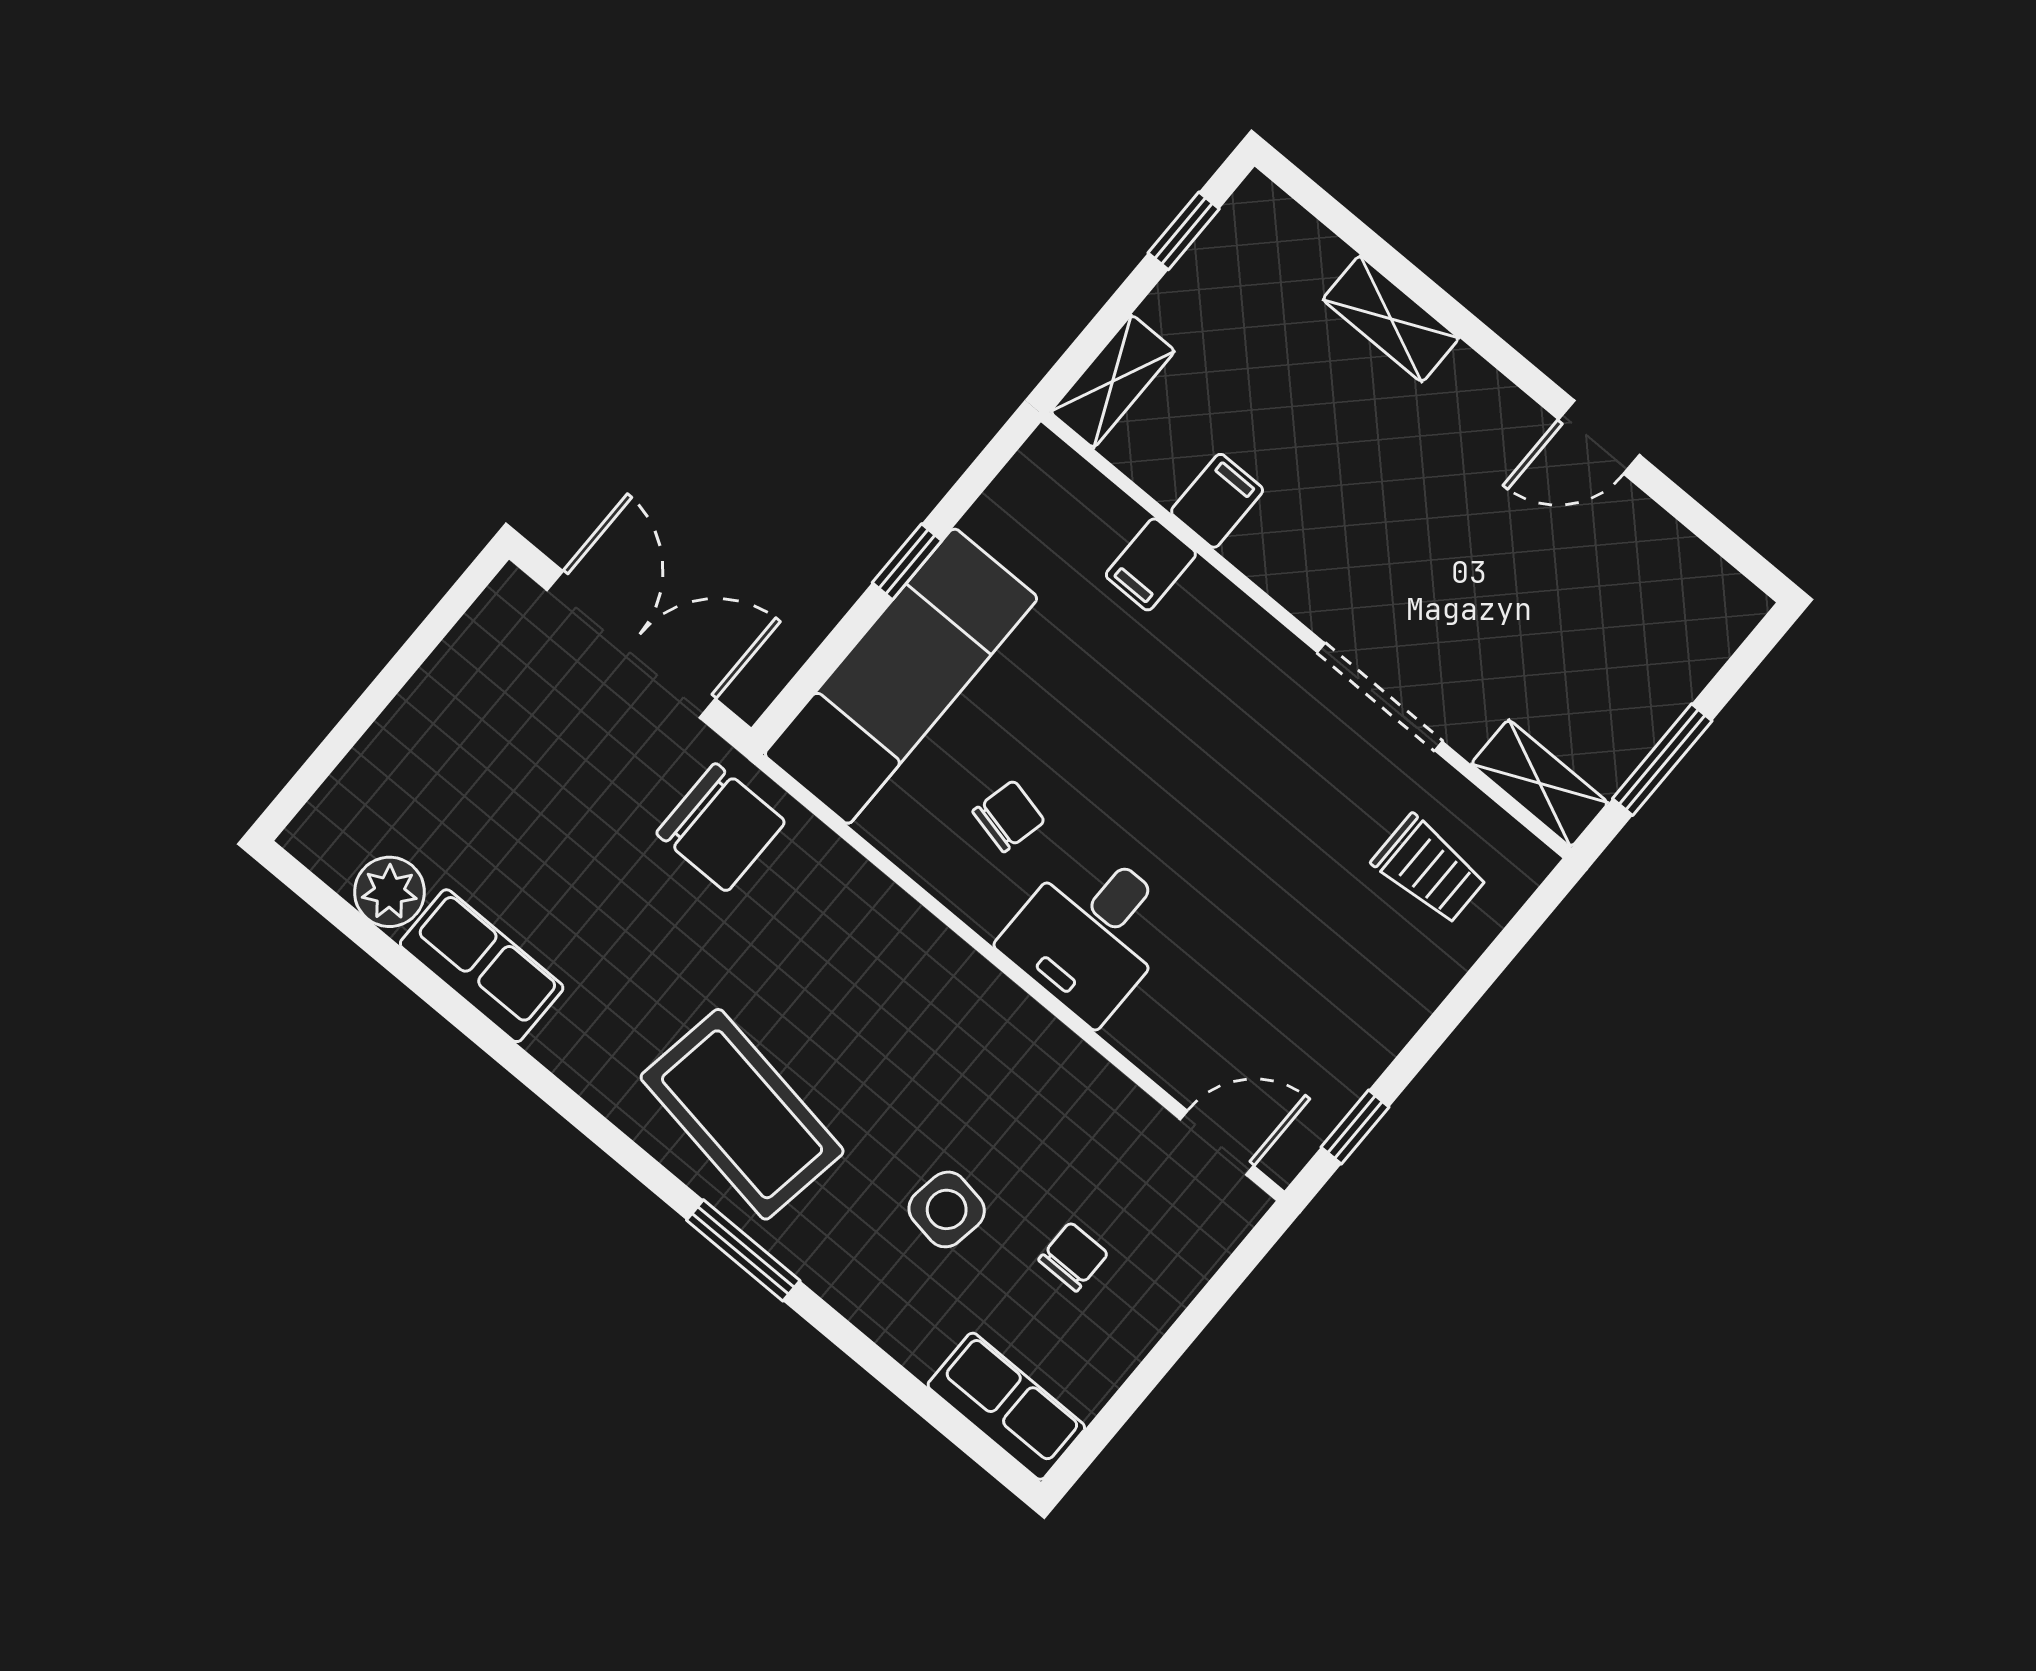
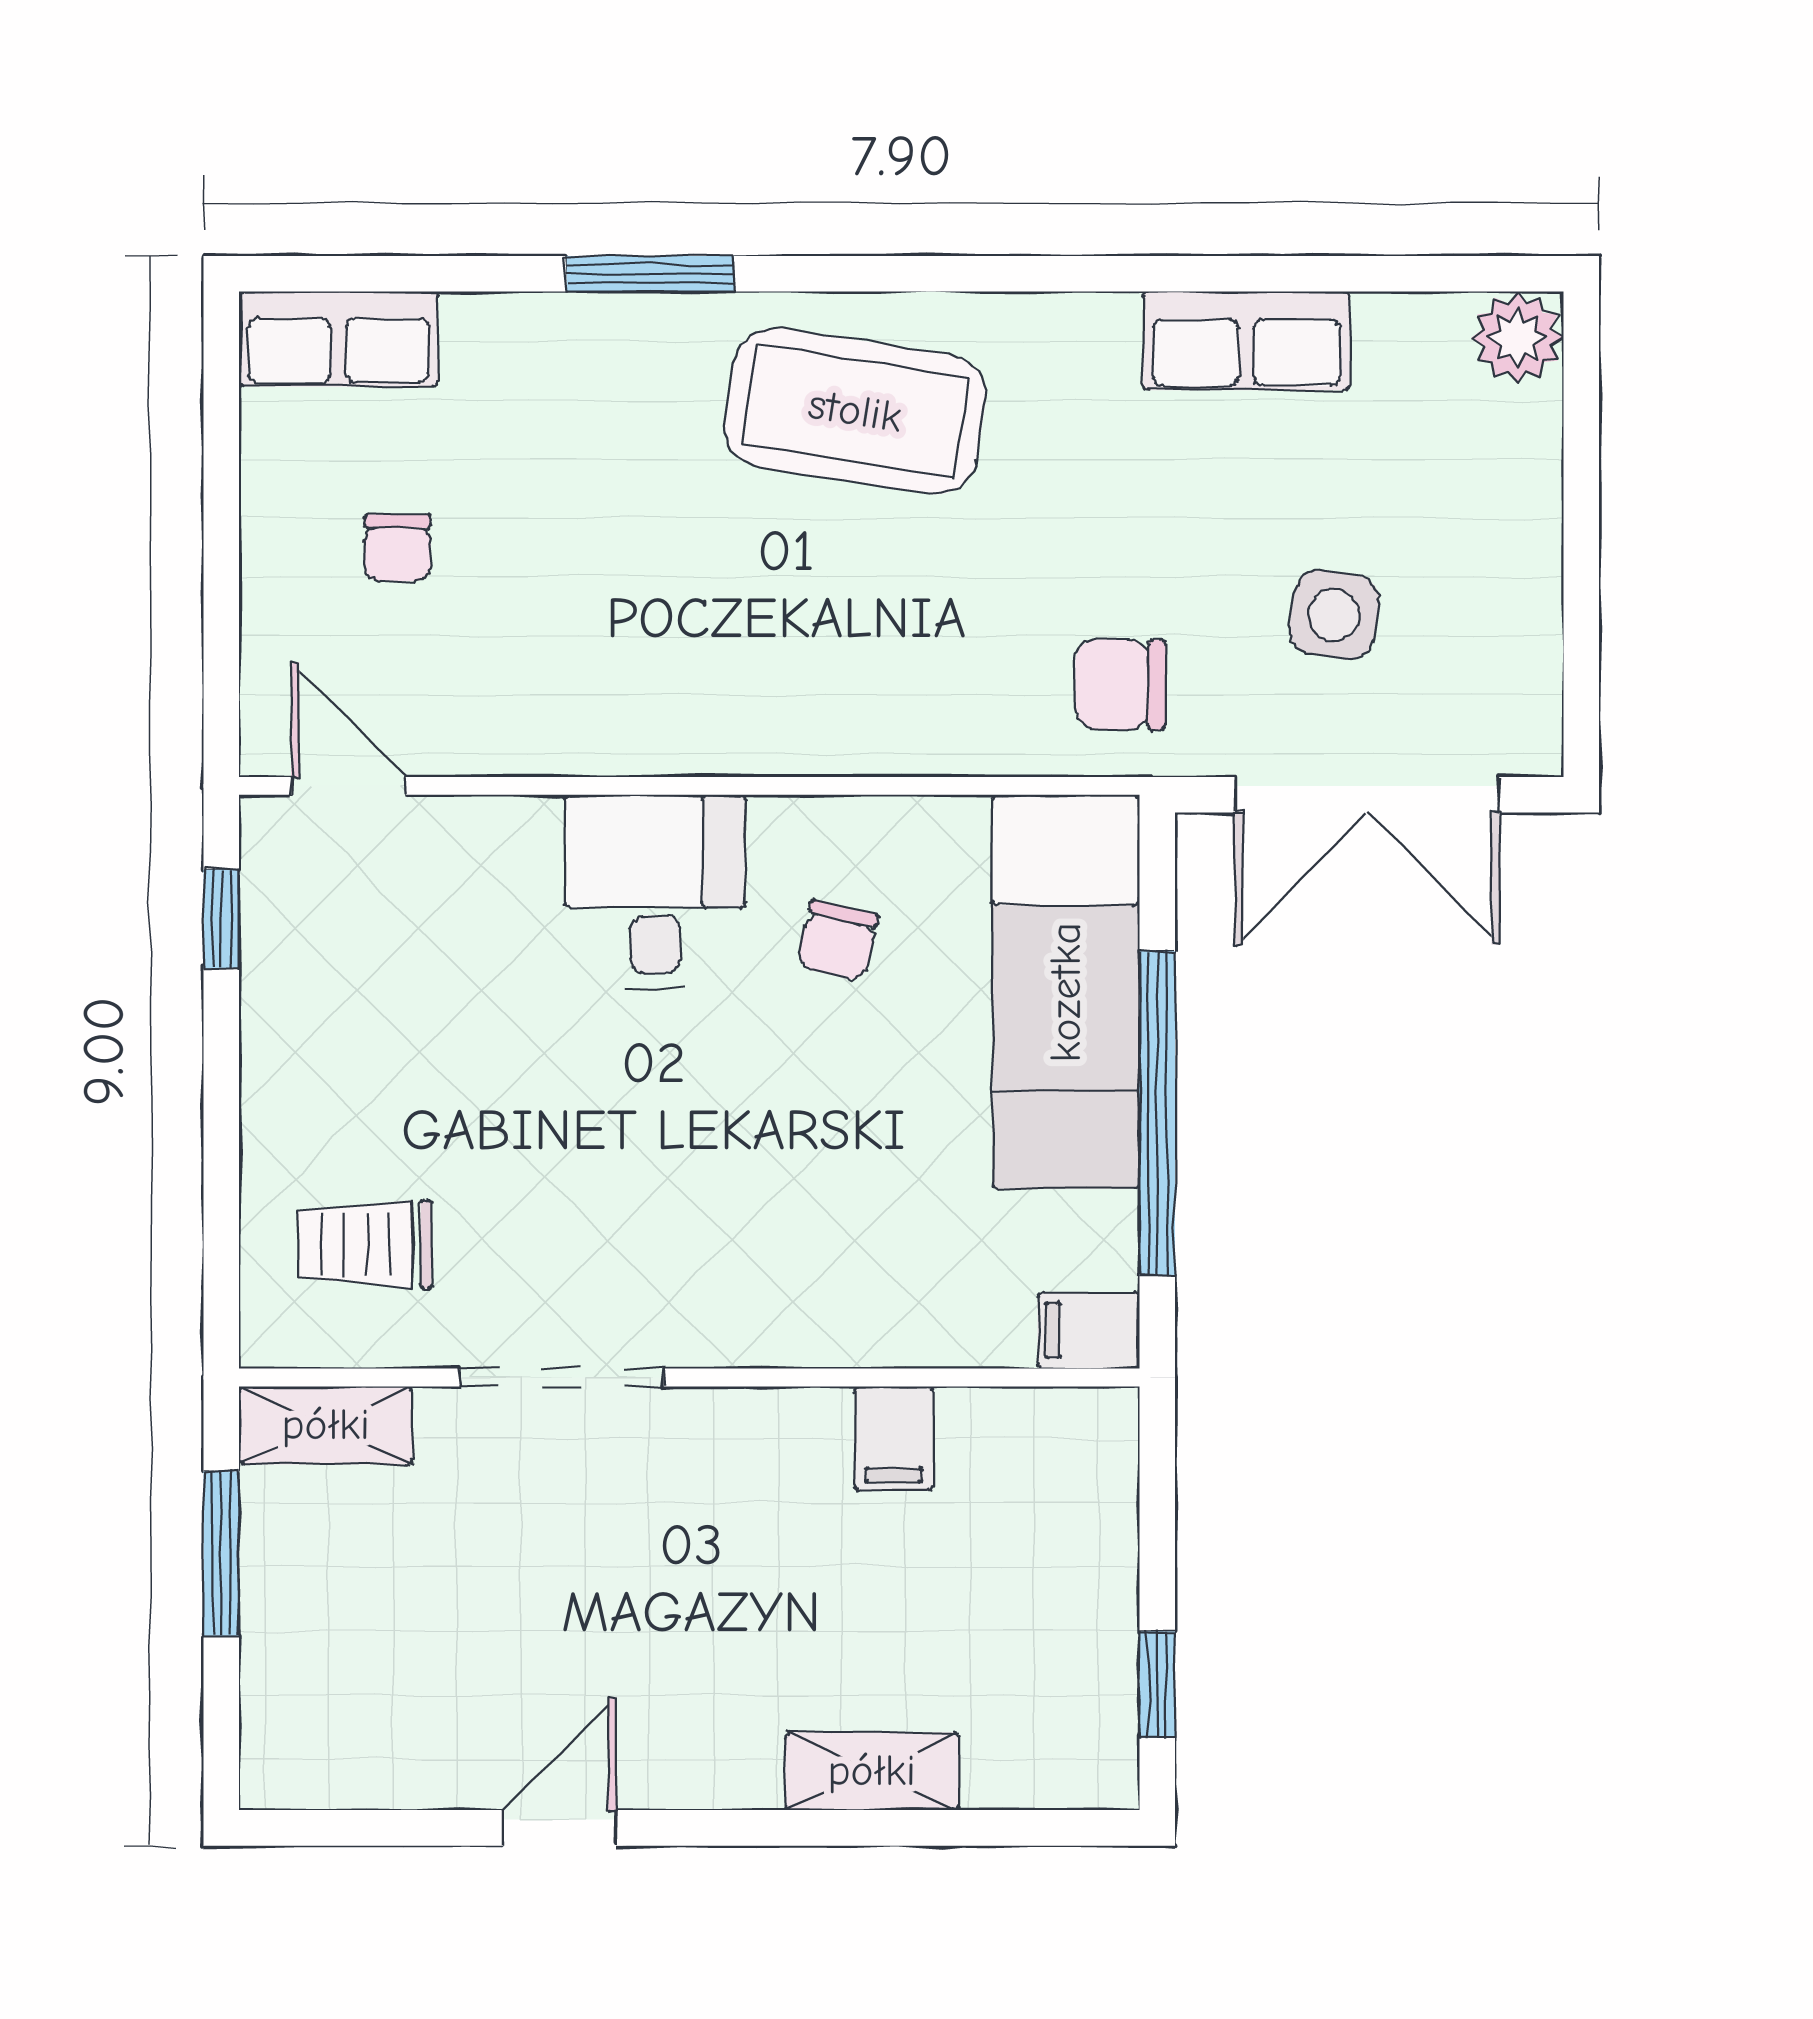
shelving: (1113, 381) -> (1102, 1471), removed
window: (907, 562) -> (1157, 1113), width x3.17
filing cabinet: (1151, 564) -> (1089, 1330), moved, turned -90
chair: (721, 827) -> (1121, 685), width x0.73, depth x0.73
plant: (389, 892) -> (1517, 338), moved
door: (1217, 1143) -> (348, 786), swing flipped
side table: (947, 1209) -> (1334, 615), moved
window: (743, 1250) -> (650, 274), moved

